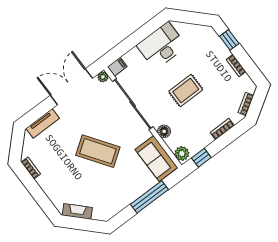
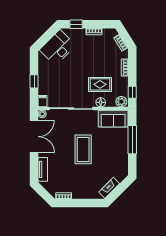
window: (132, 41) -> (34, 81), added
desk: (161, 46) -> (58, 48), moved, turned 45
double door: (71, 87) -> (34, 137), swing flipped
rug: (186, 90) -> (100, 84), moved, turned 90
coffee table: (98, 151) -> (83, 149), turned -55

